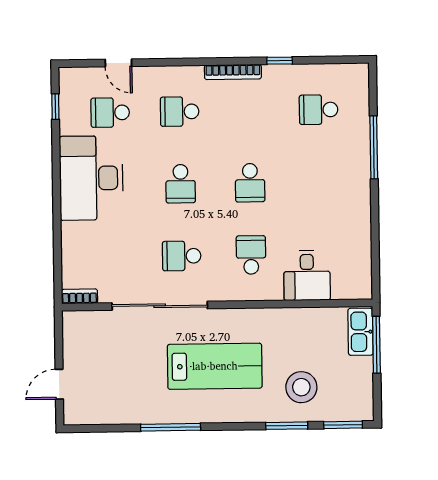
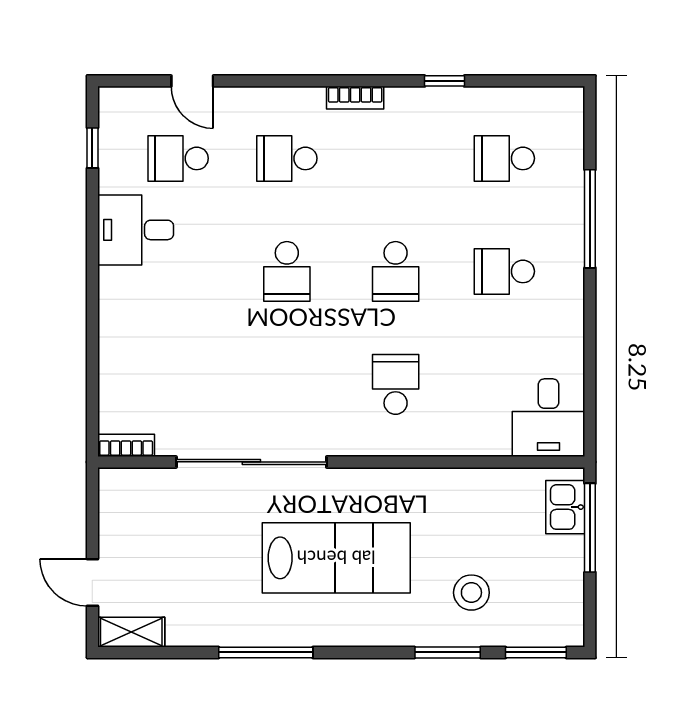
bookcase: (233, 72) -> (355, 98), width x0.64
desk: (91, 178) -> (136, 230), width x0.53, depth x0.77
school desk: (182, 256) -> (504, 271), moved
desk: (307, 275) -> (549, 418), moved
kitchen sink: (361, 332) -> (565, 507), width x0.73
door: (59, 384) -> (92, 583), hinge flipped
stool: (301, 387) -> (471, 593), width x0.73, depth x0.73
shelving: (84, 415) -> (131, 632), added

